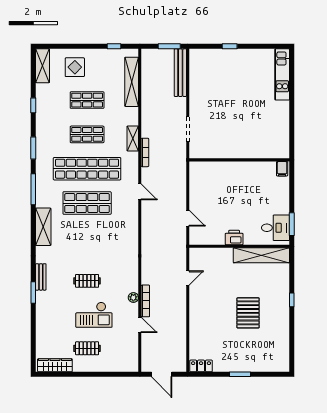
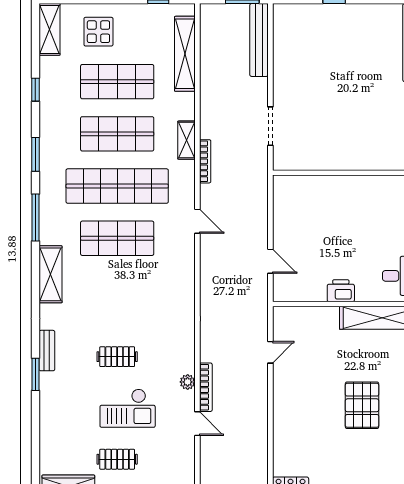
shop shelf: (87, 100) -> (117, 82), width x1.43, depth x1.36
shop shelf: (87, 134) -> (117, 134), width x1.43, depth x1.36

